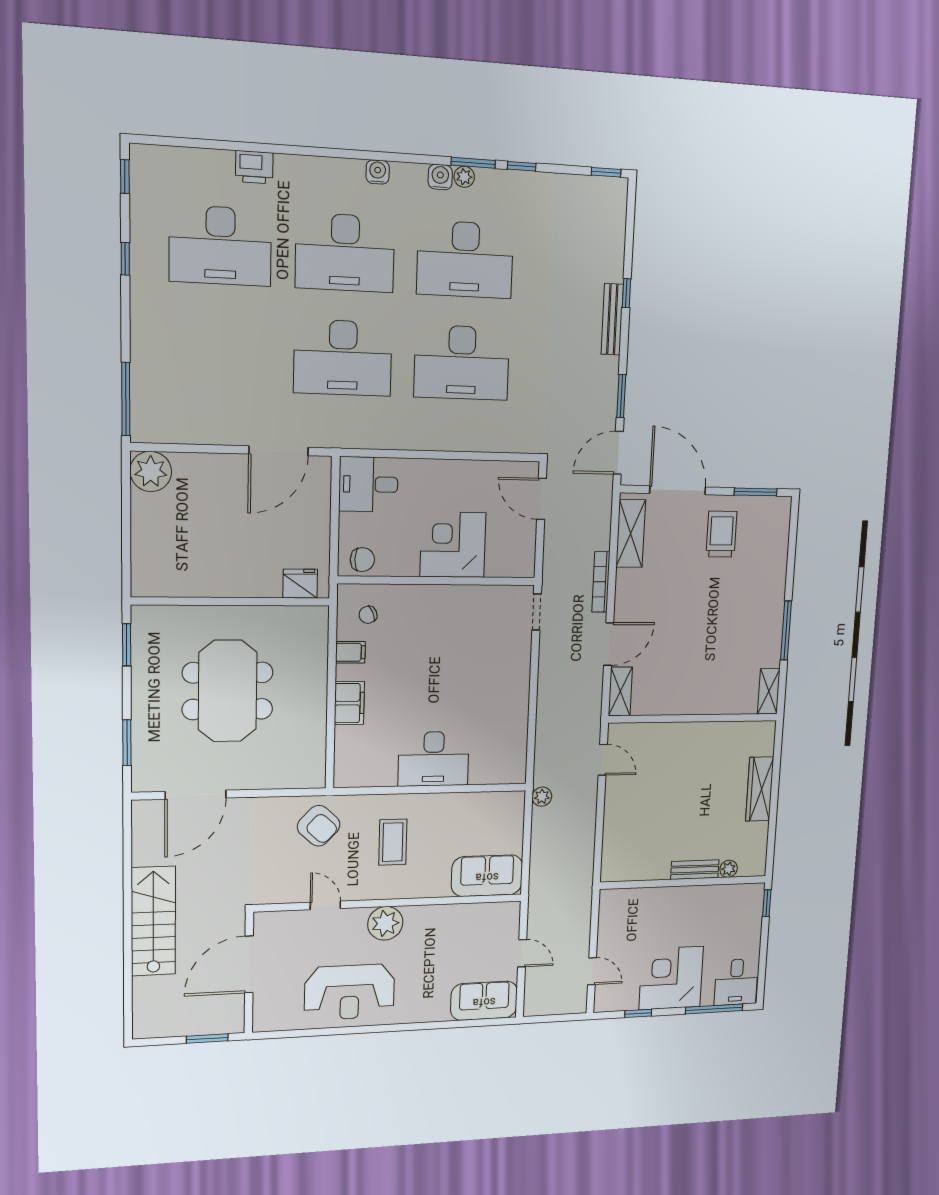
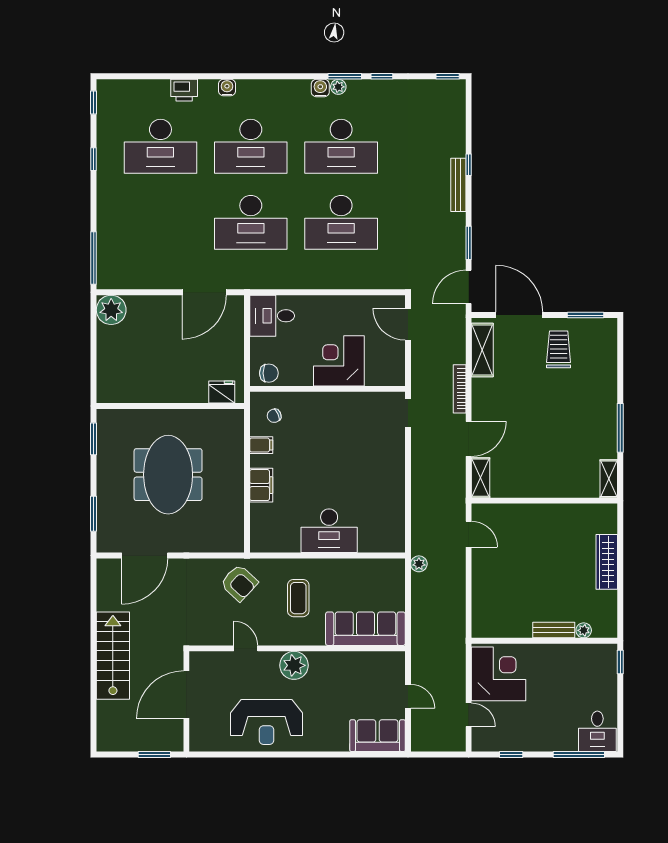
water cooler: (378, 172) -> (227, 88), moved
sofa: (487, 876) -> (365, 629), width x1.36
corner desk: (671, 978) -> (499, 674), moved, turned 90

